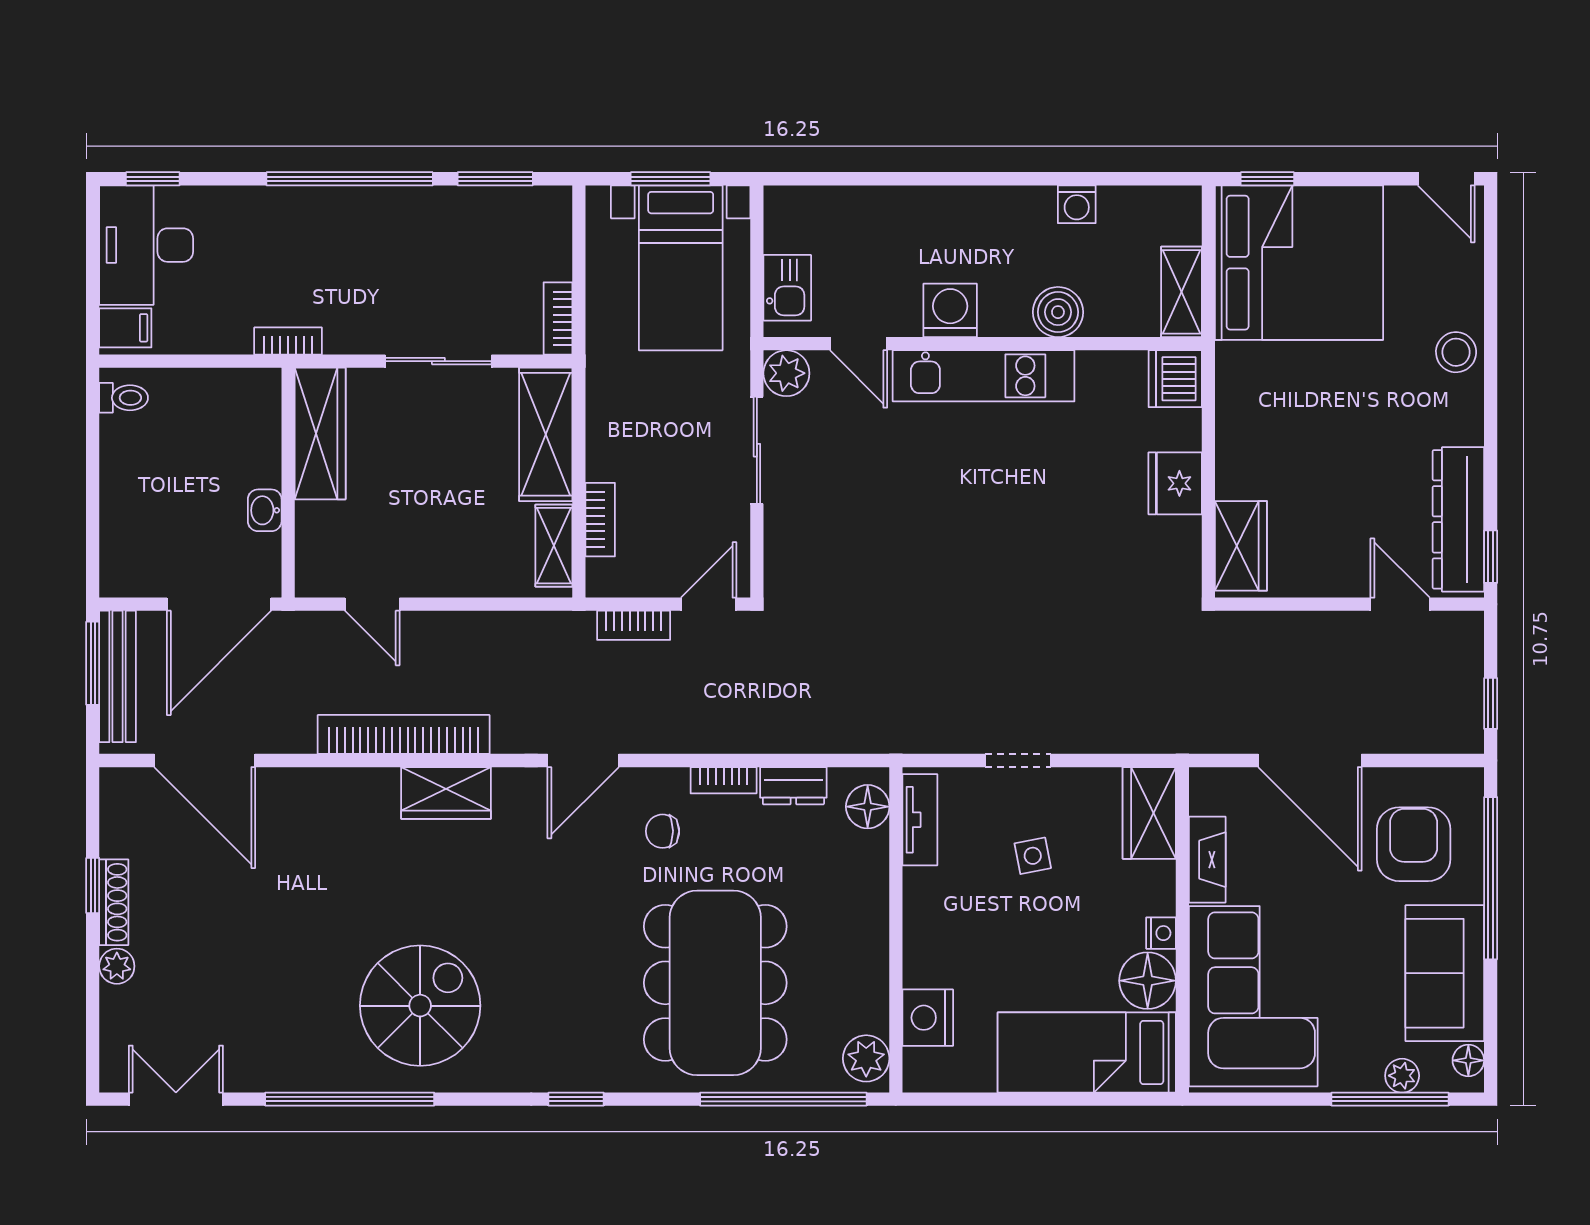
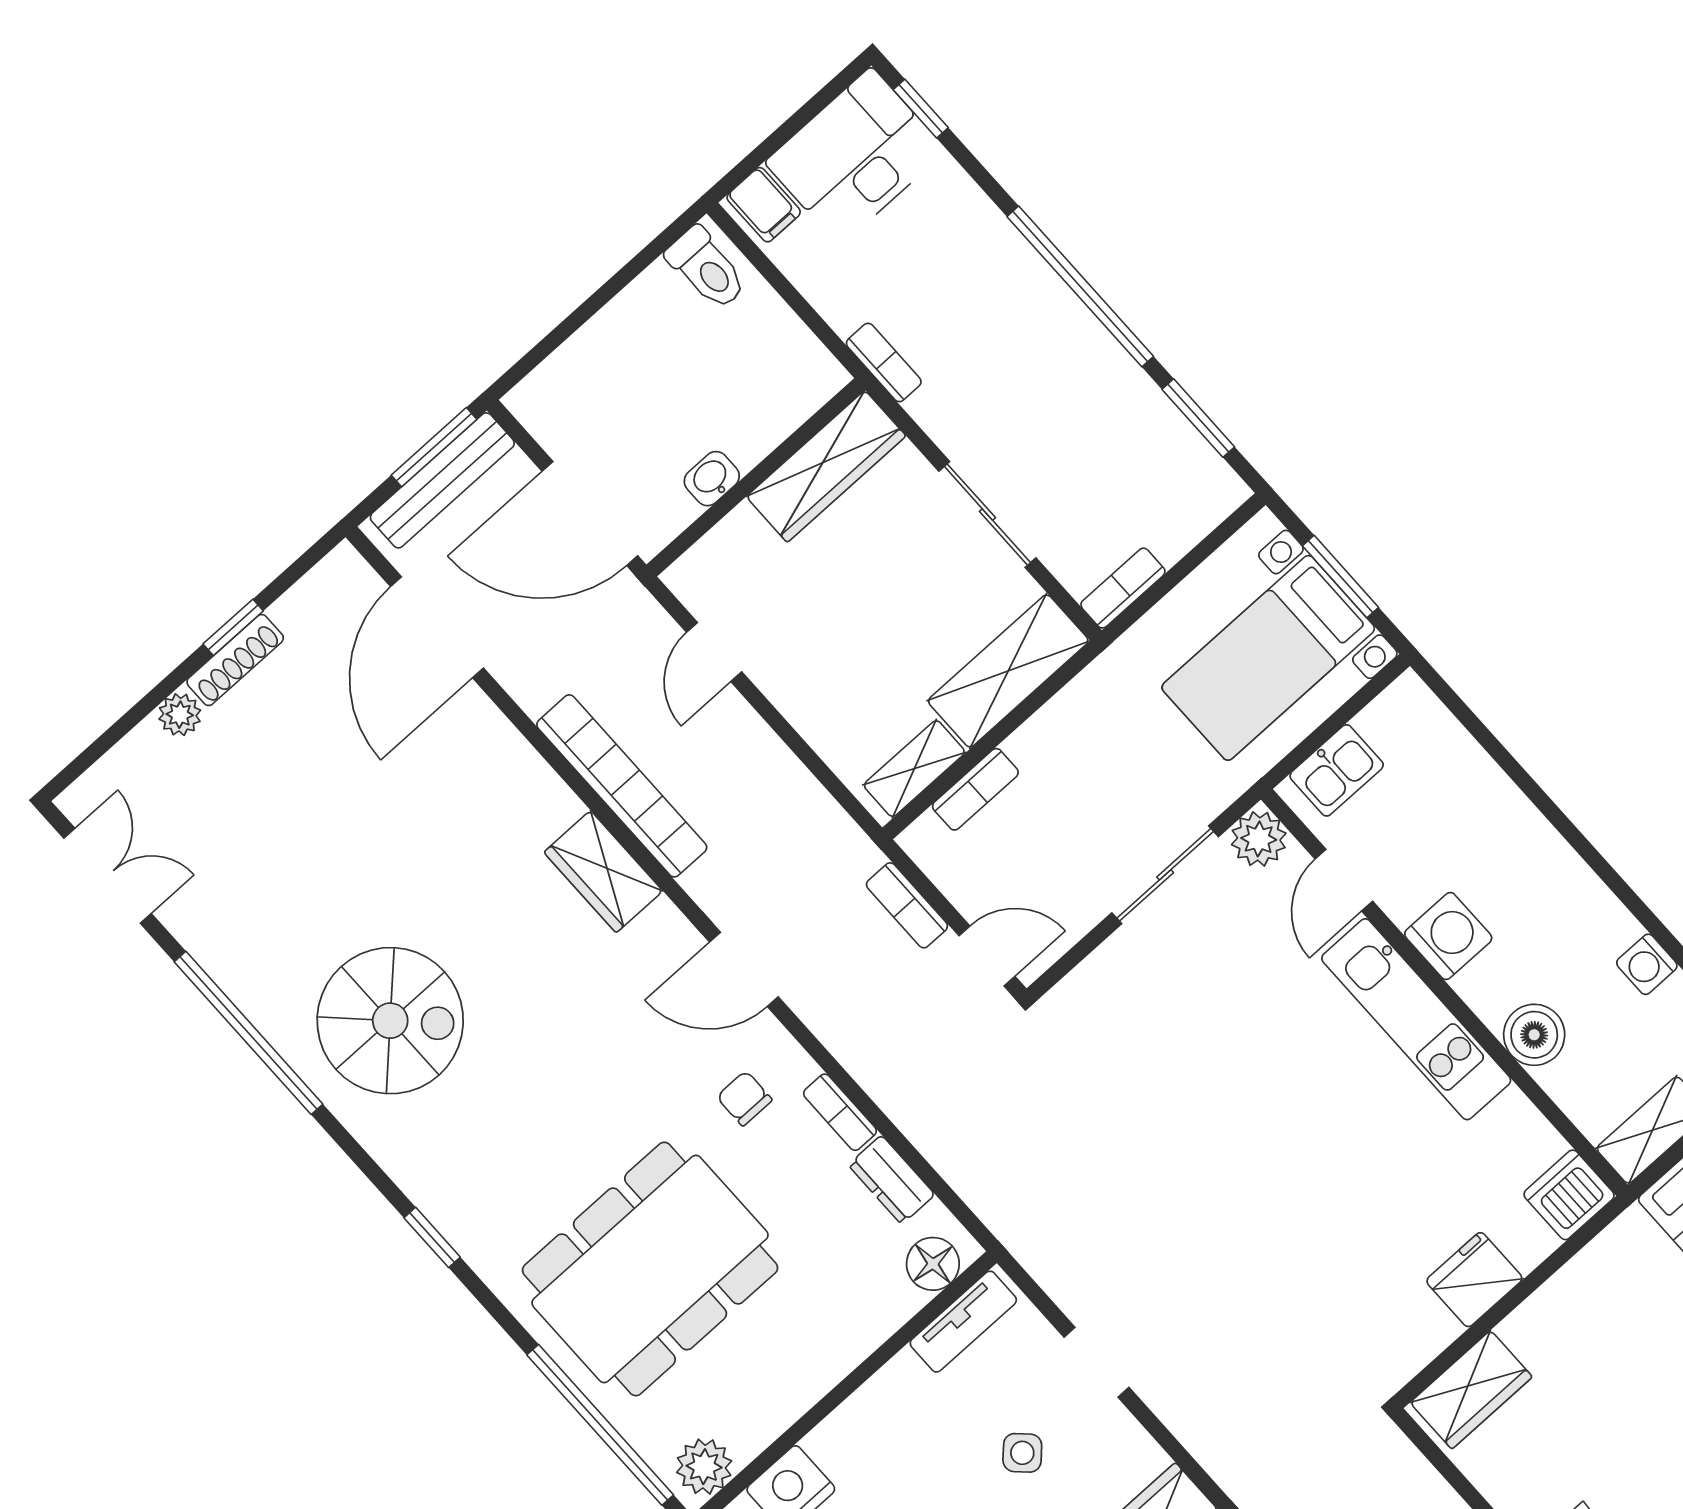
toilet: (124, 398) -> (707, 268), width x1.37, depth x1.39
side table: (1033, 856) -> (1022, 1453), turned -35

